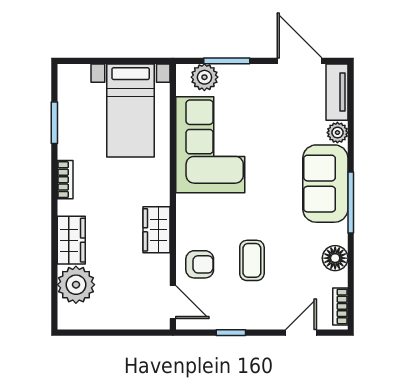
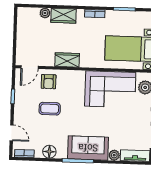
plant: (76, 285) -> (45, 13), width x0.53, depth x0.53

